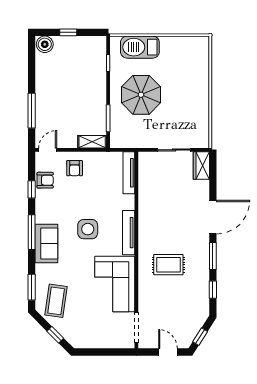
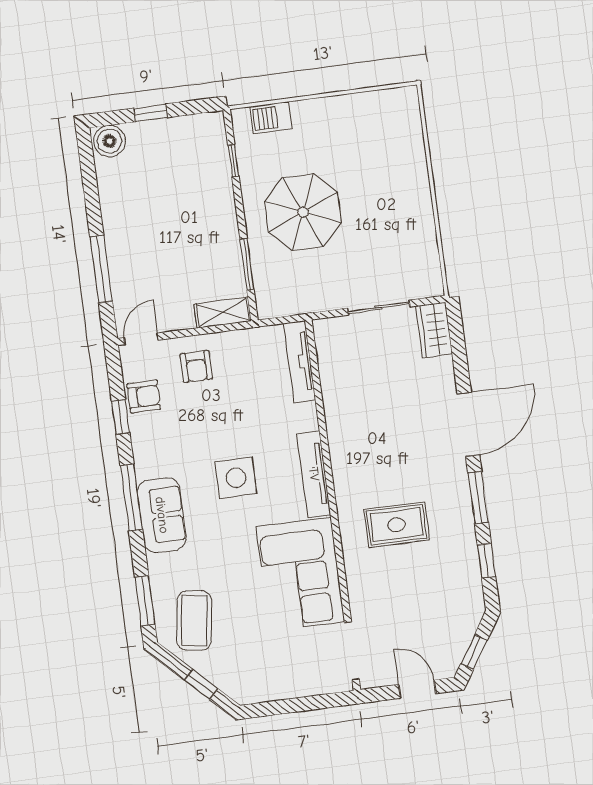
barbecue: (140, 47) -> (271, 118), width x0.53, depth x0.65

